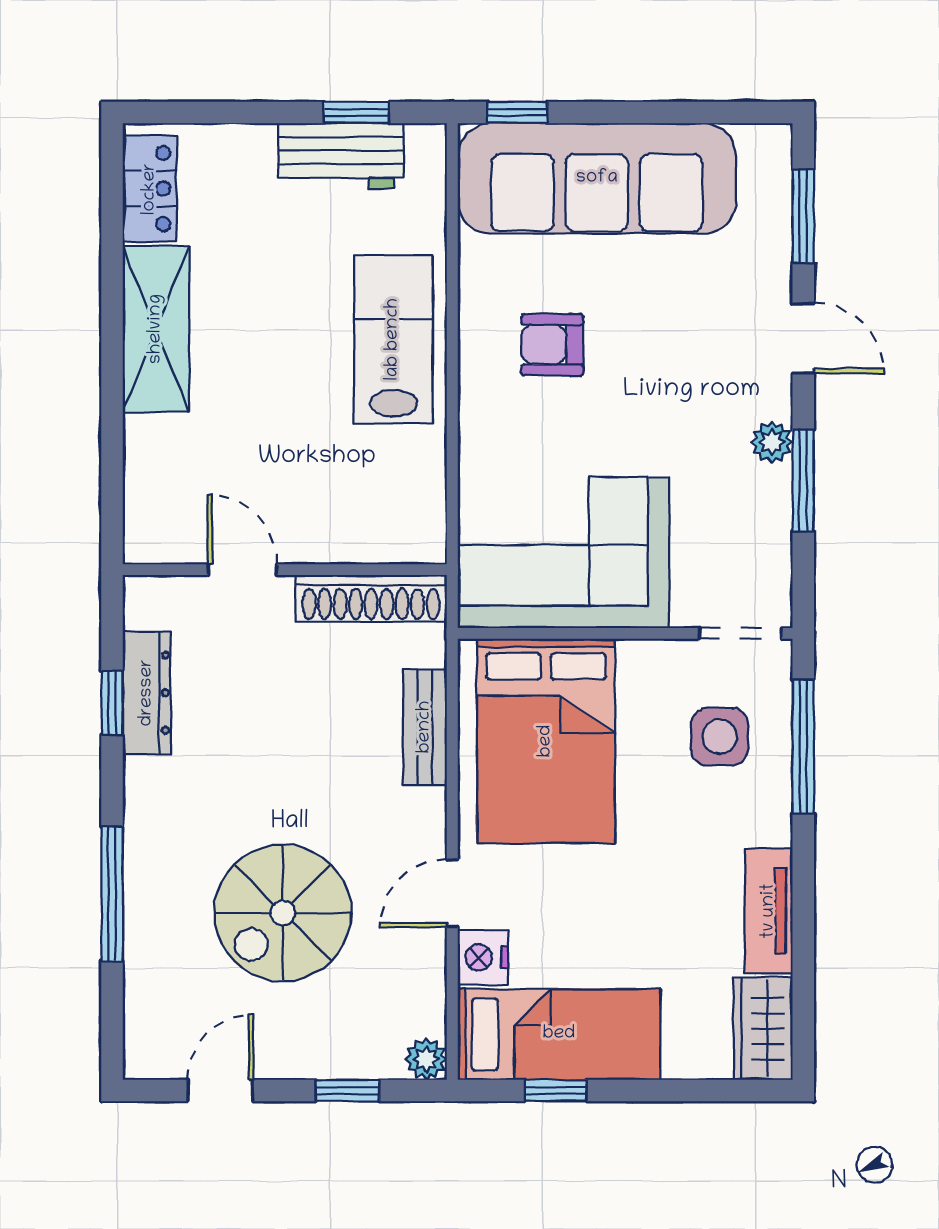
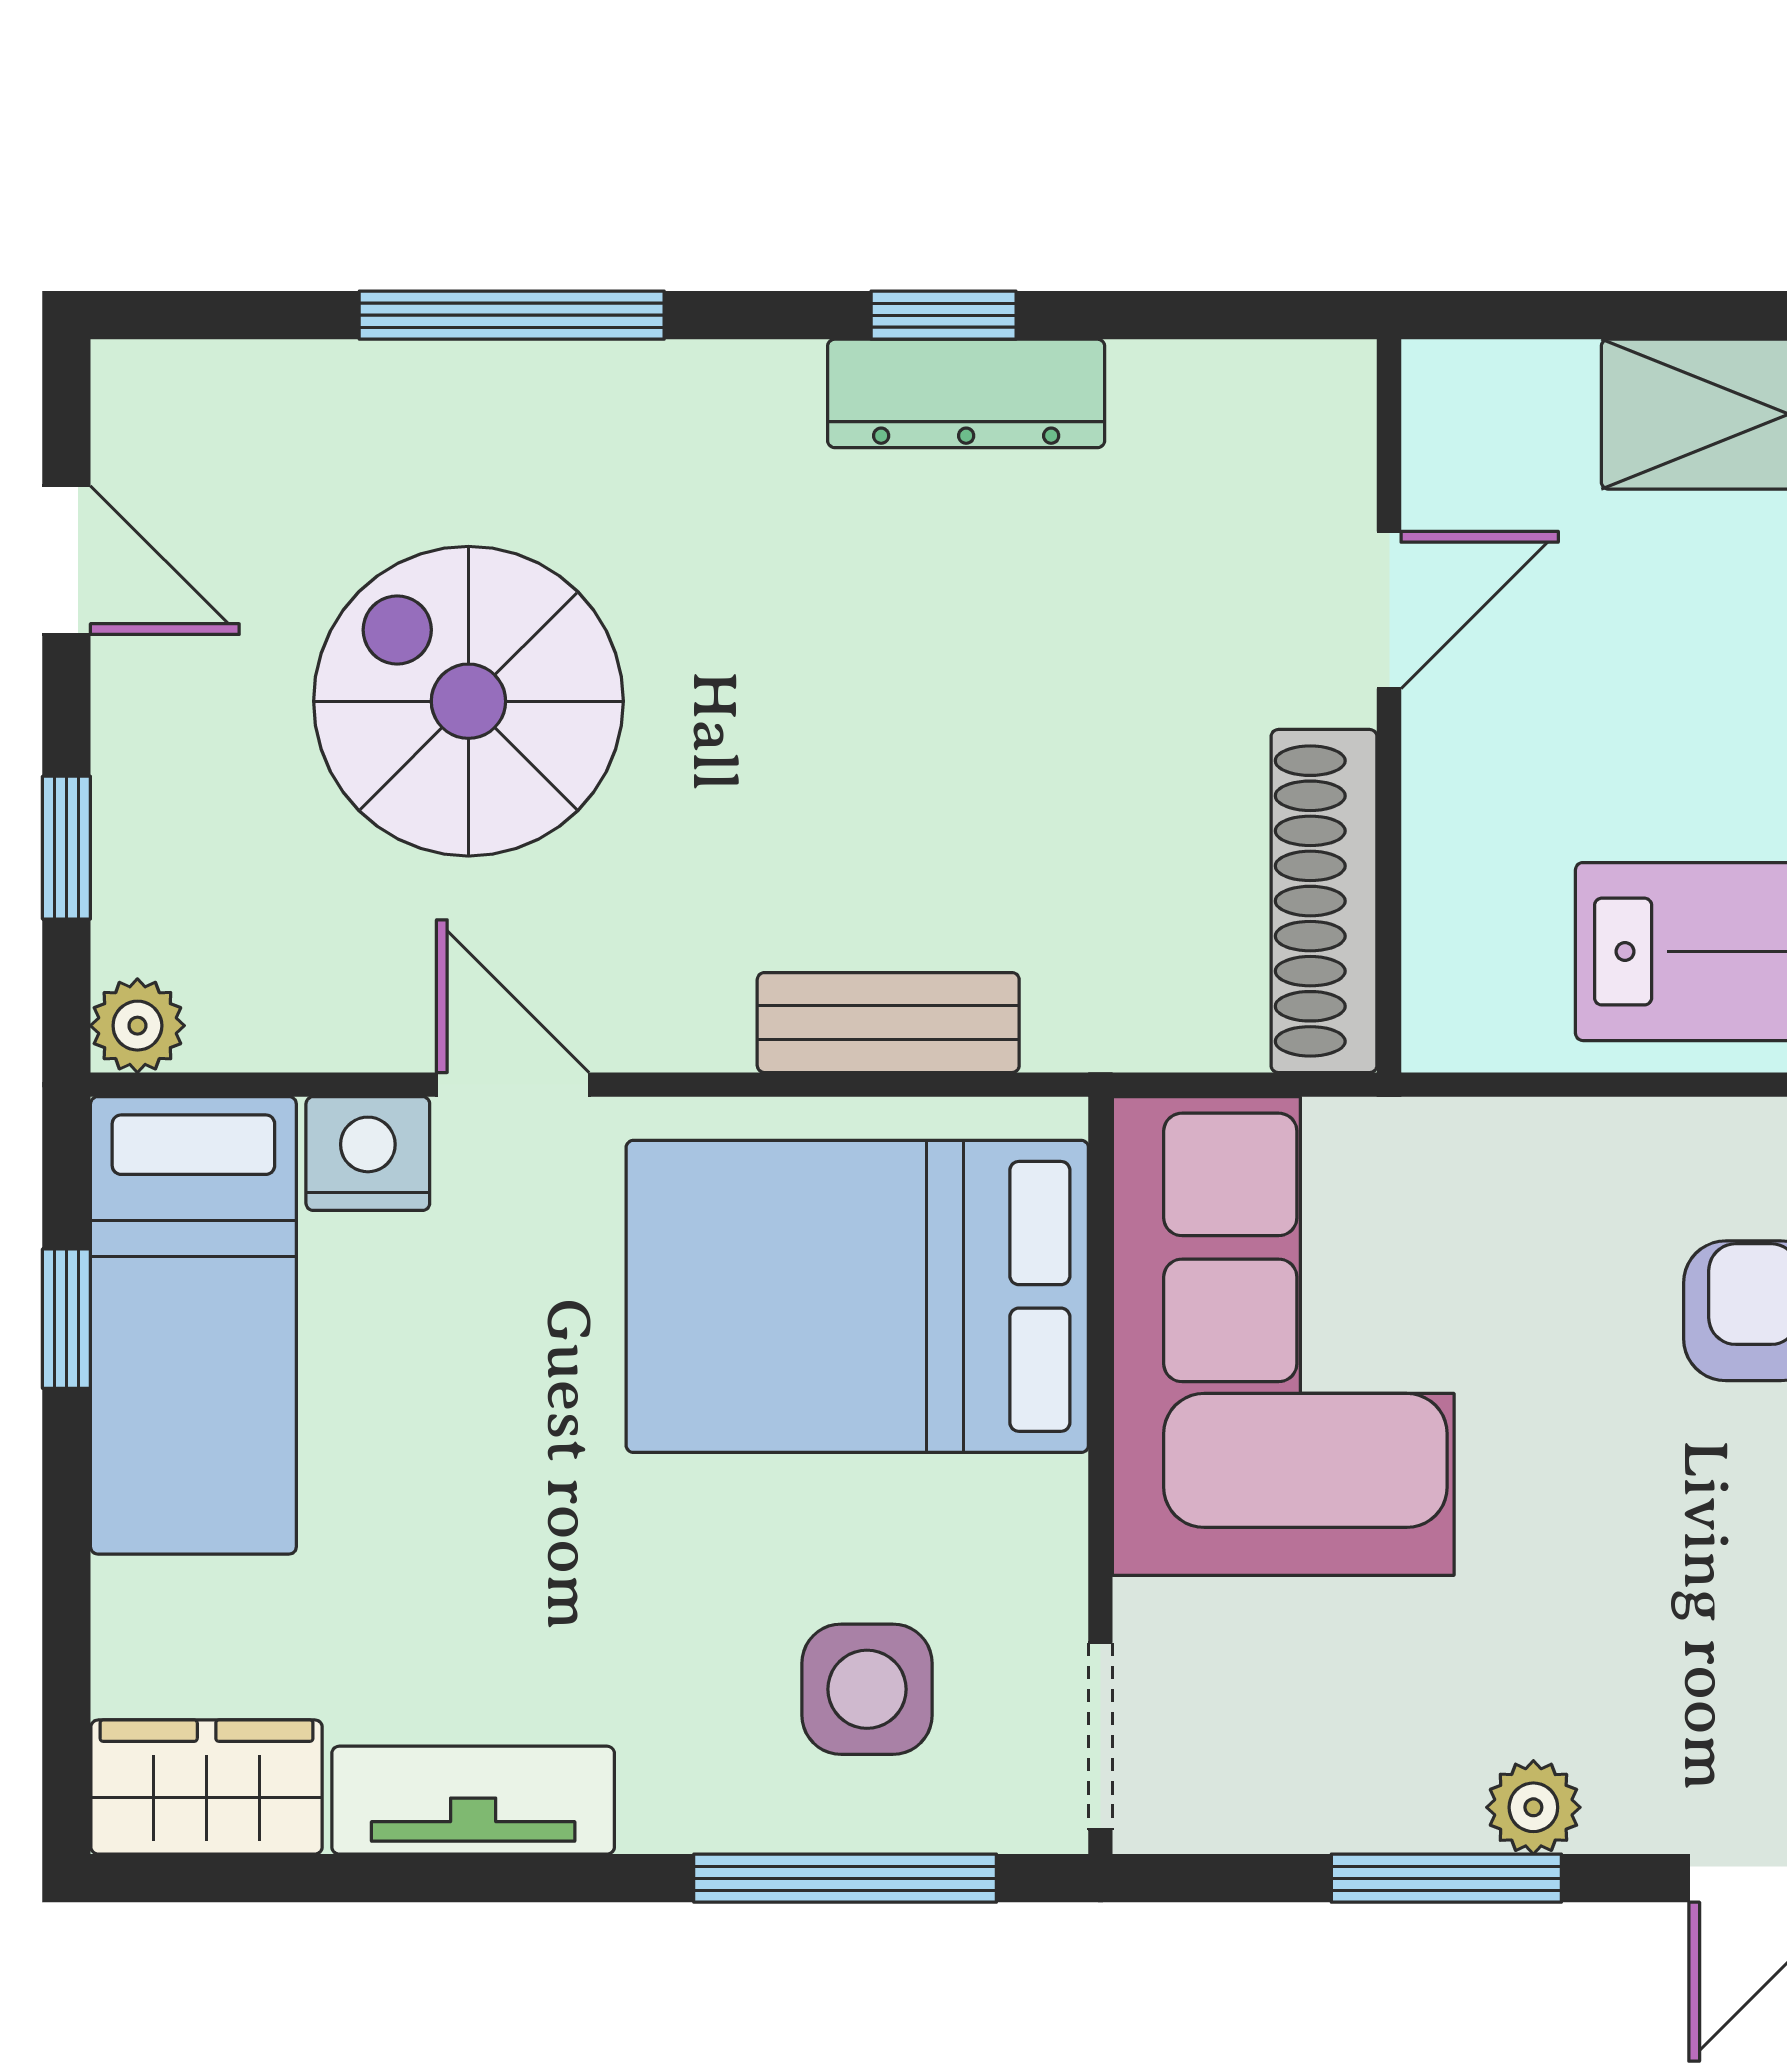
door: (242, 570) -> (1389, 610), moved
wall: (285, 570) -> (1389, 706), moved
shoe rack: (371, 598) -> (1324, 901), moved

